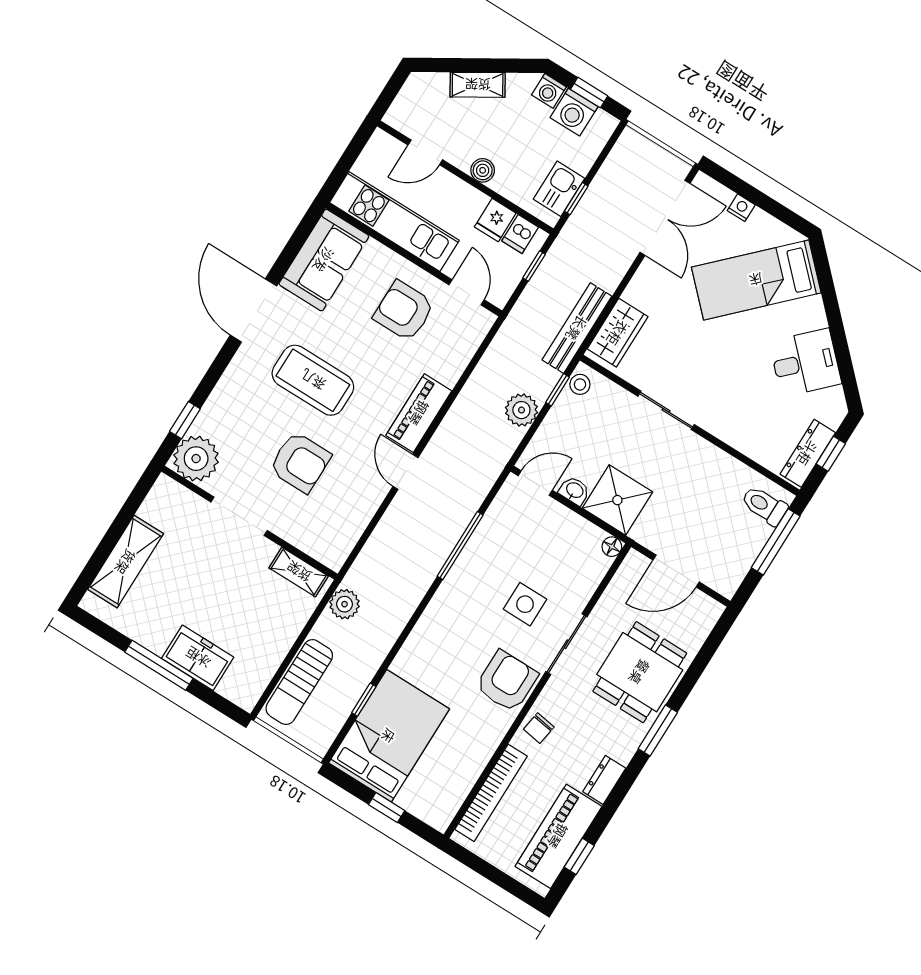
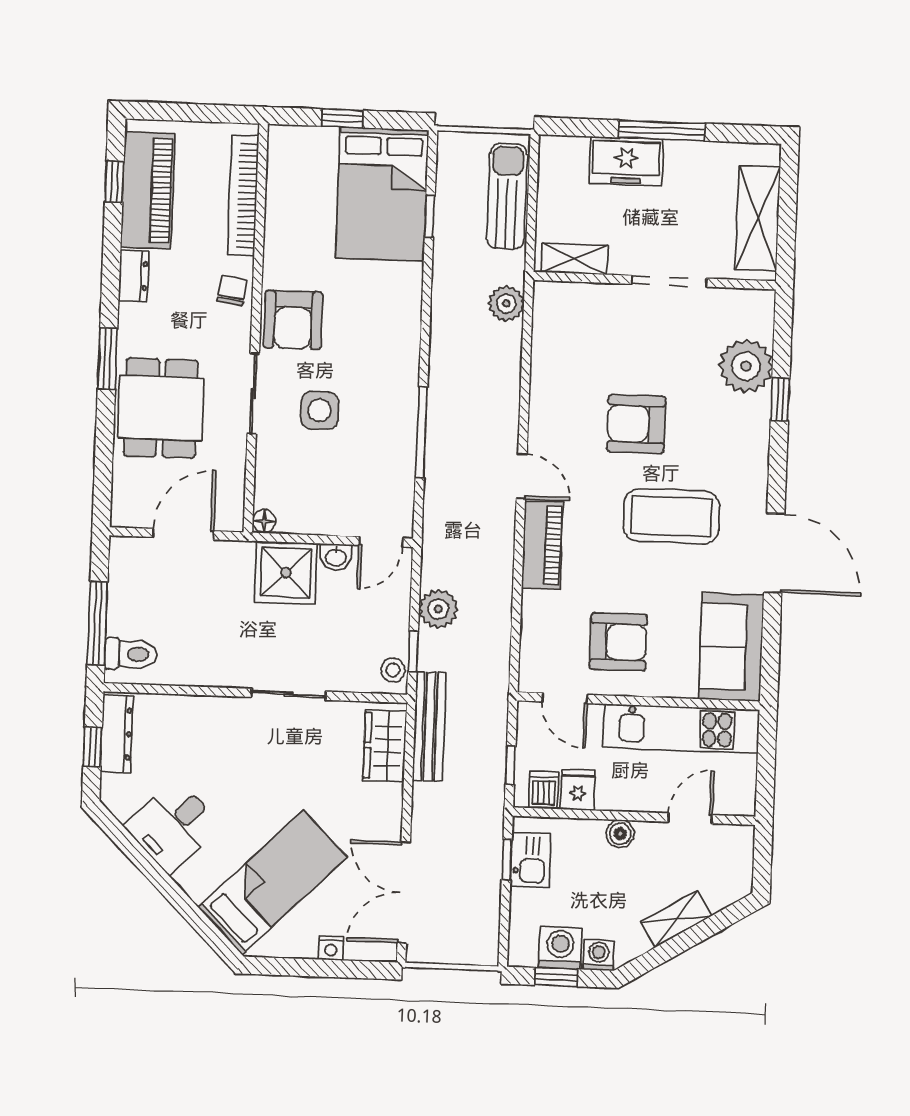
doorway: (239, 516) -> (669, 281), moved
wall: (249, 523) -> (655, 281), moved
shelving: (299, 572) -> (575, 259), moved

